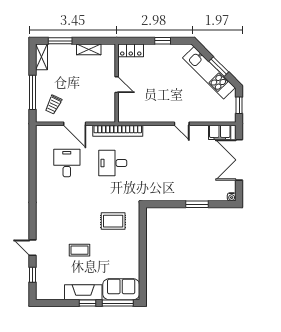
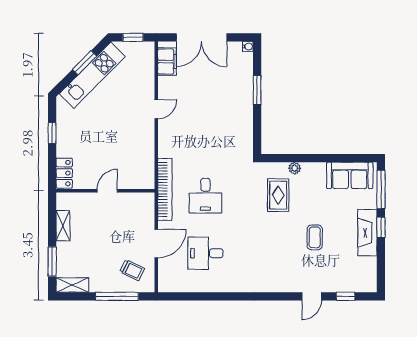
plant: (135, 234) -> (295, 168), added
sofa: (121, 289) -> (350, 175), moved, turned -90

